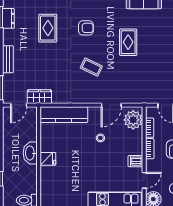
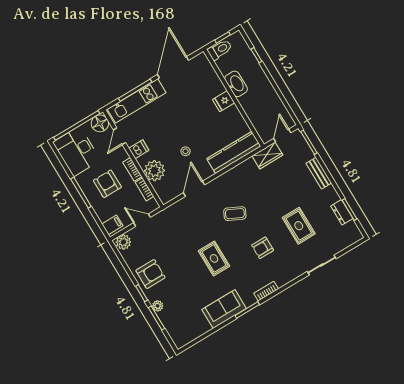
plant: (133, 120) -> (154, 171), moved
washbasin: (30, 153) -> (236, 84), moved

